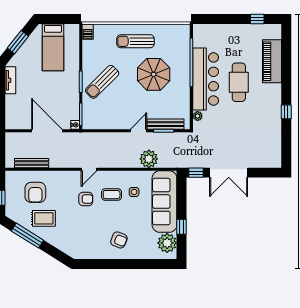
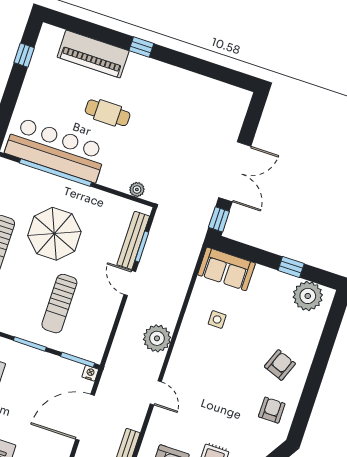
bar counter: (206, 79) -> (56, 150), moved
sun lounger: (102, 82) -> (59, 304), moved, turned 45
cafe table: (239, 82) -> (108, 113), width x0.73, depth x0.74
window: (286, 112) -> (141, 47), moved
plant: (149, 159) -> (157, 338), moved
door: (89, 169) -> (156, 393), moved
coffee table: (112, 195) -> (210, 354), removed
armchair: (86, 199) -> (272, 410), moved
sofa: (164, 202) -> (226, 269), width x0.54, depth x0.79

